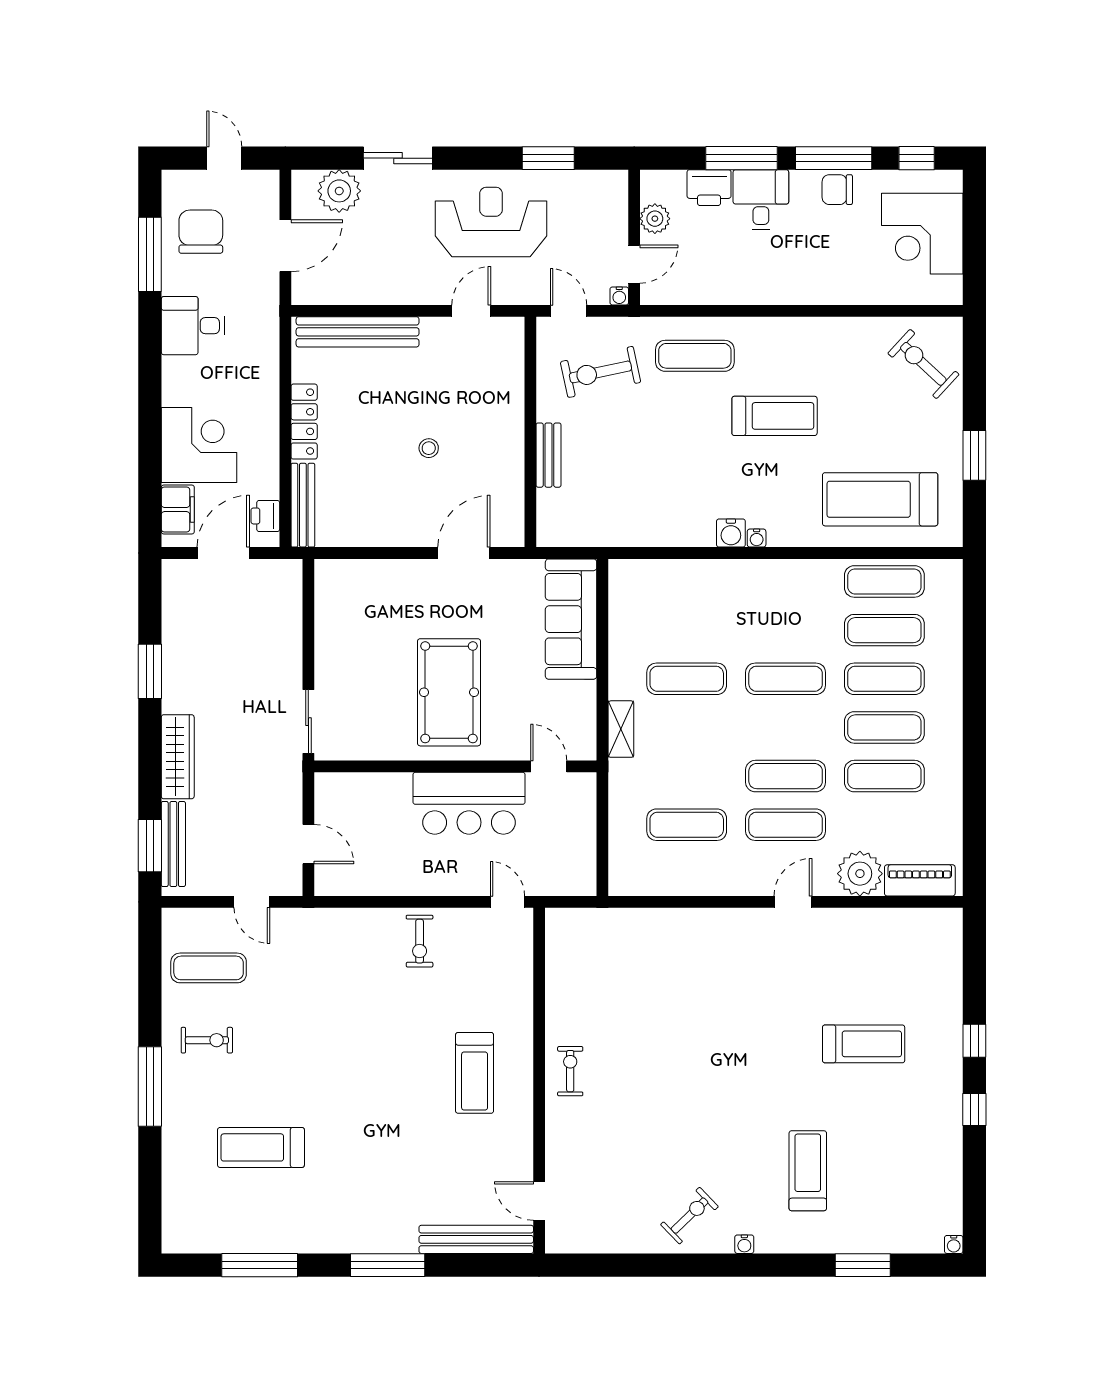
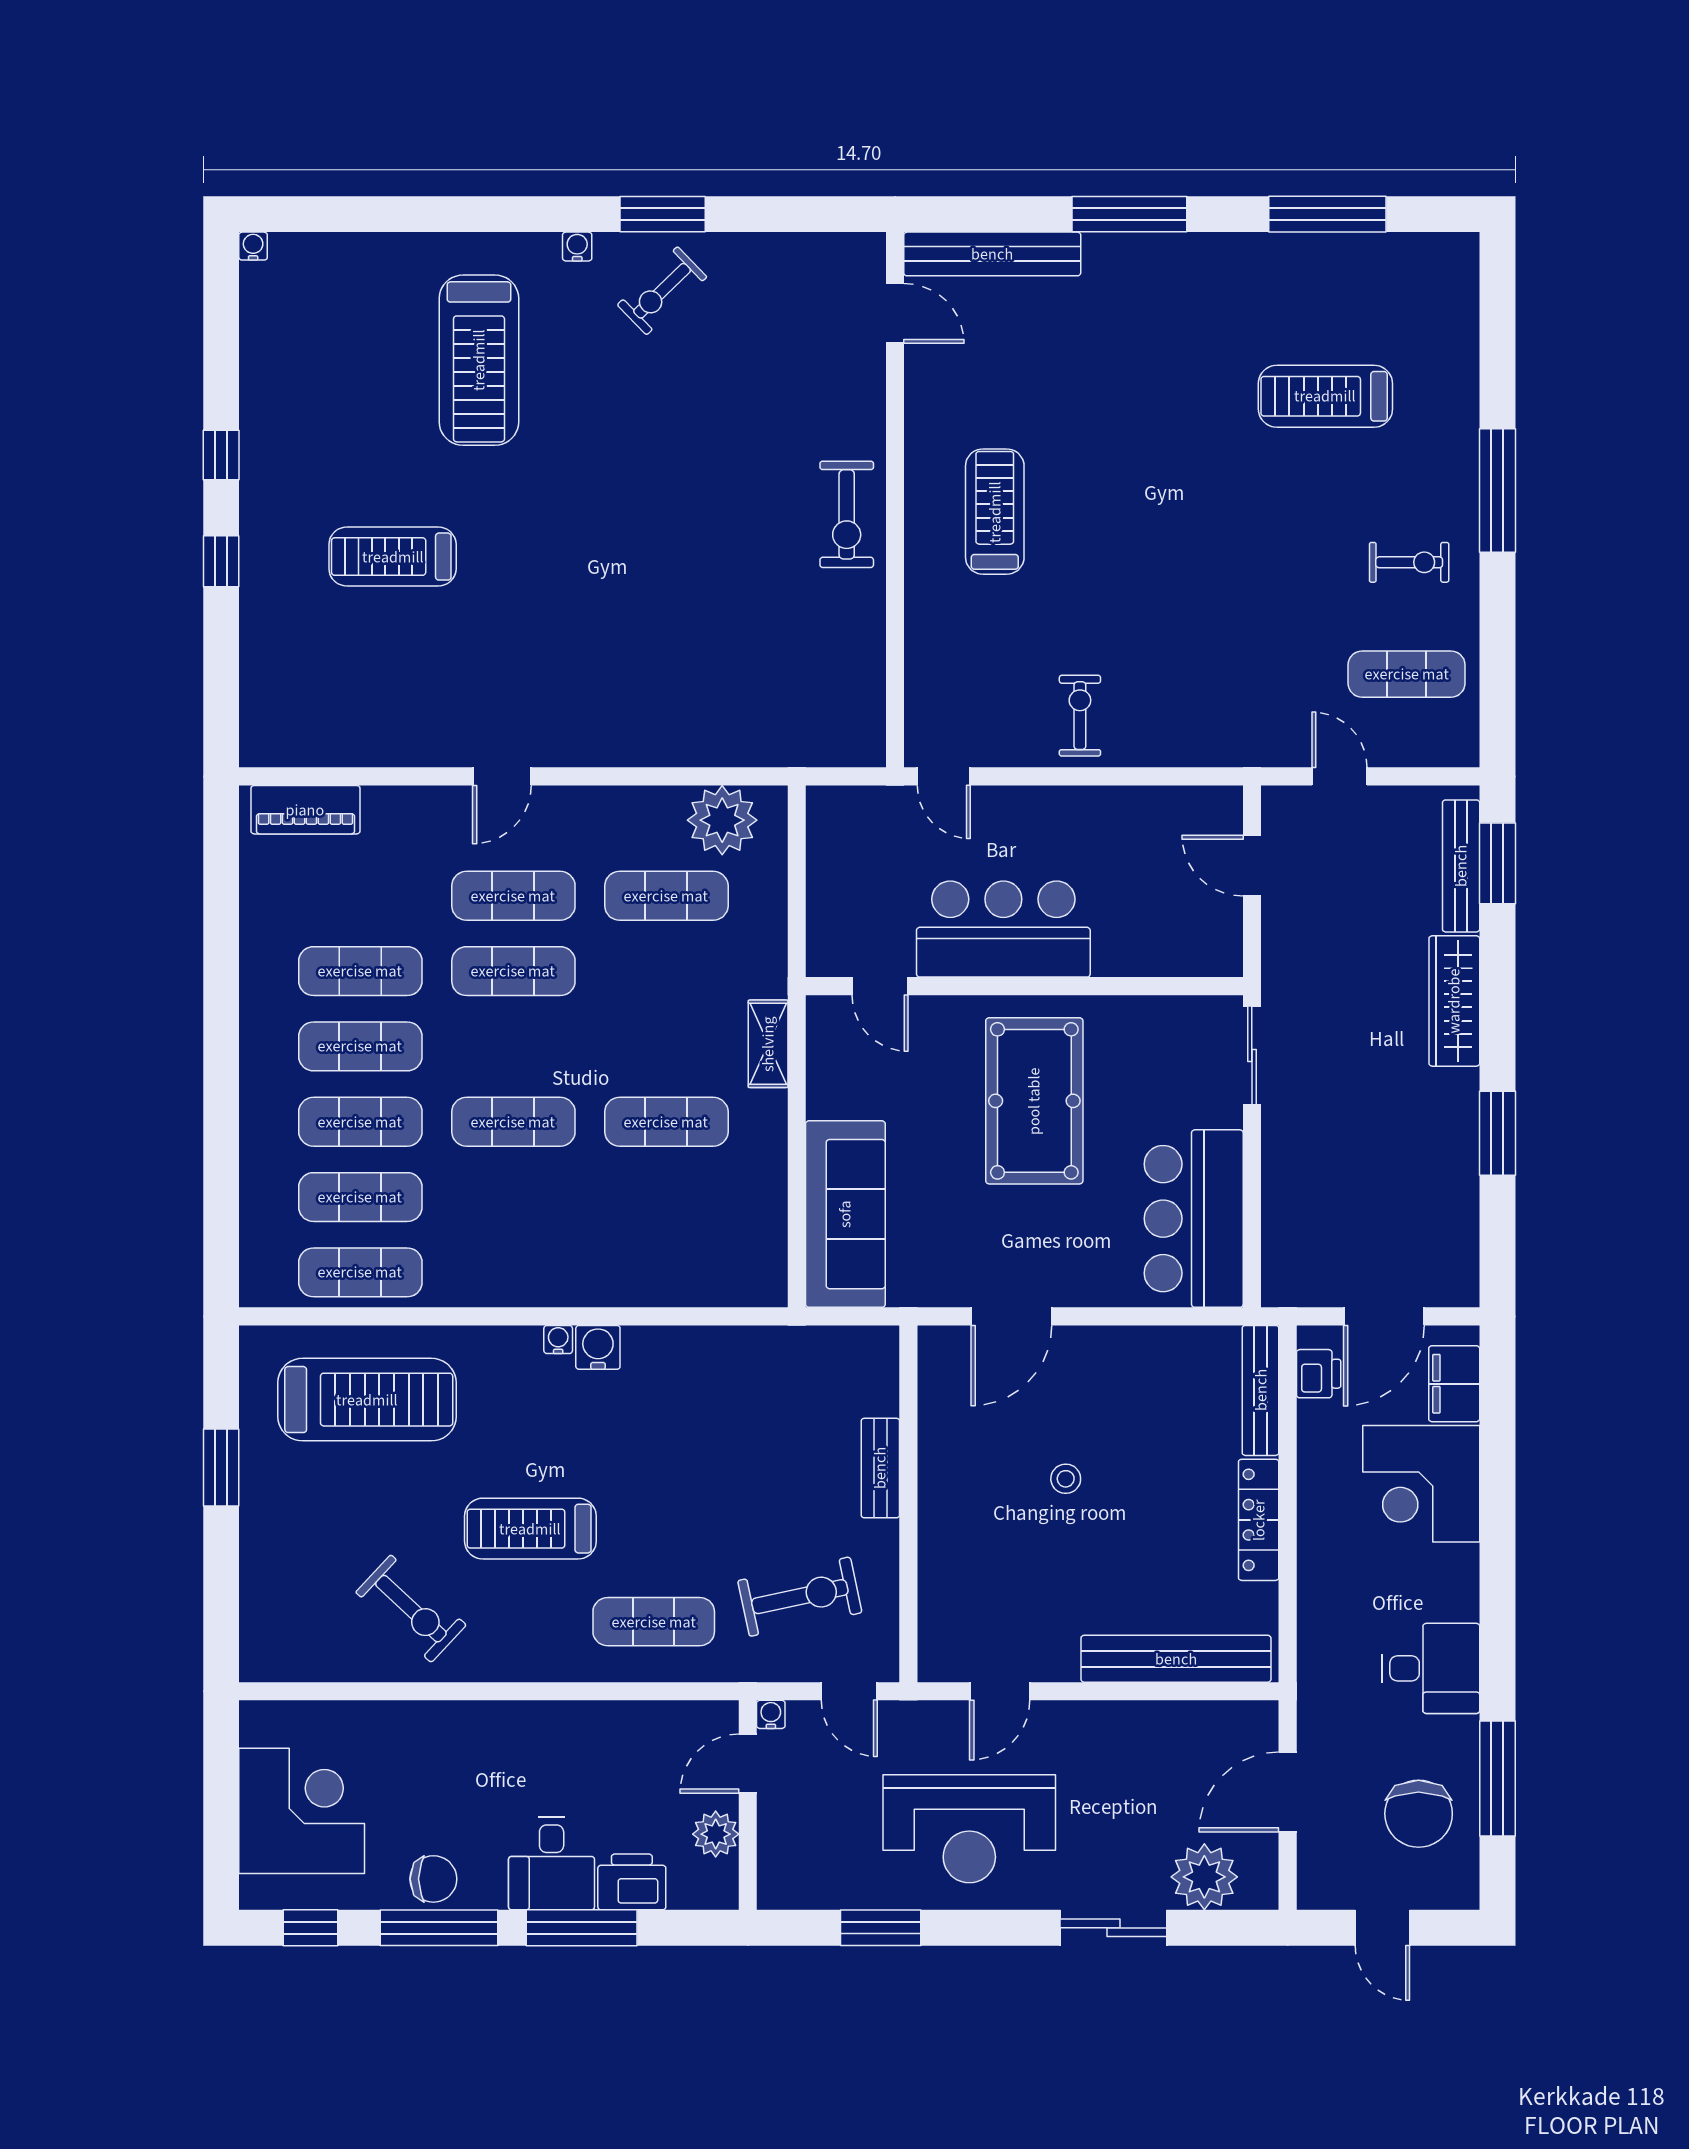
exercise bike: (923, 364) -> (411, 1609), moved
bar counter: (346, 616) -> (1194, 1219), added
plant: (860, 874) -> (722, 820), moved
exercise bike: (207, 1040) -> (1409, 562), turned 180
exercise bike: (570, 1071) -> (847, 514), width x1.38, depth x1.39
treadmill: (261, 1147) -> (1325, 396), turned 180
treadmill: (808, 1171) -> (479, 360), width x1.37, depth x1.38
window: (863, 1265) -> (663, 214), moved

